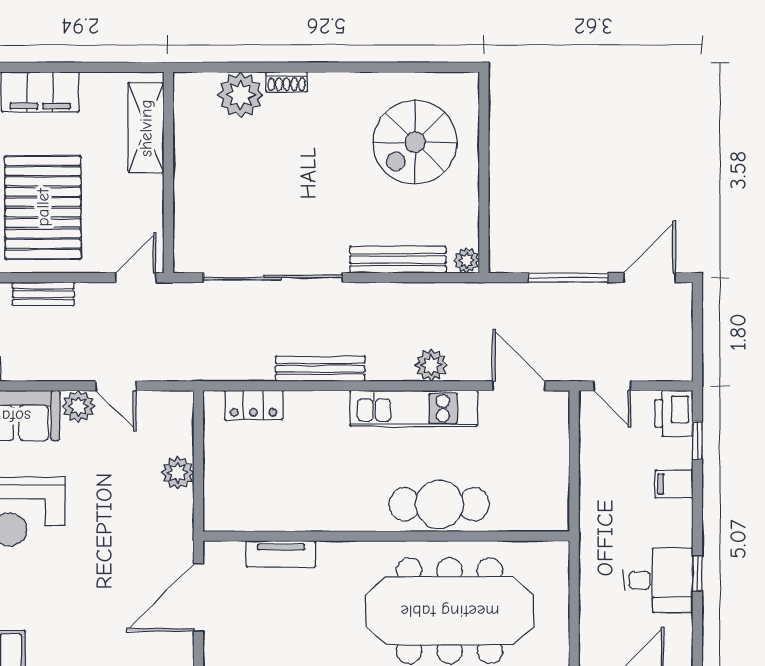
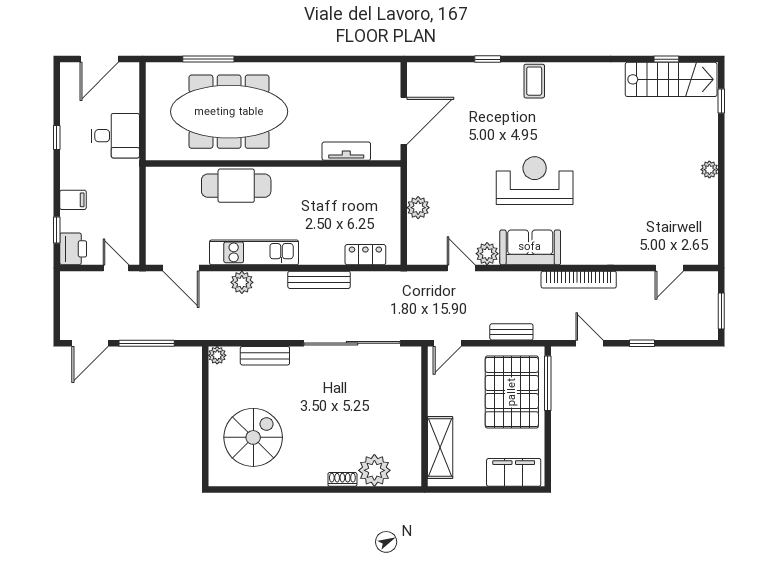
bench: (398, 260) -> (265, 356), width x0.73
desk: (658, 580) -> (115, 136), moved, turned 180

